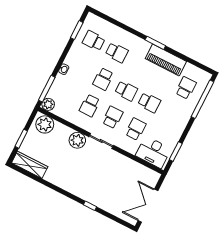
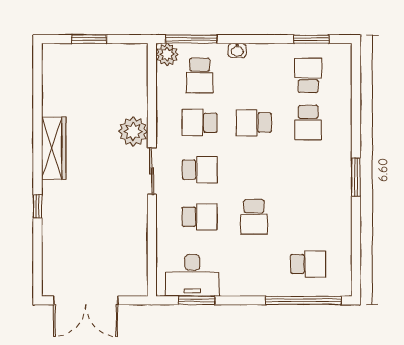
piano: (166, 60) -> (337, 209), removed
school desk: (126, 91) -> (200, 75), moved
plant: (45, 124) -> (132, 66), removed
desk: (153, 152) -> (192, 275), moved, turned -90
wardrobe: (30, 165) -> (54, 148), moved
double door: (148, 206) -> (86, 300), swing flipped

